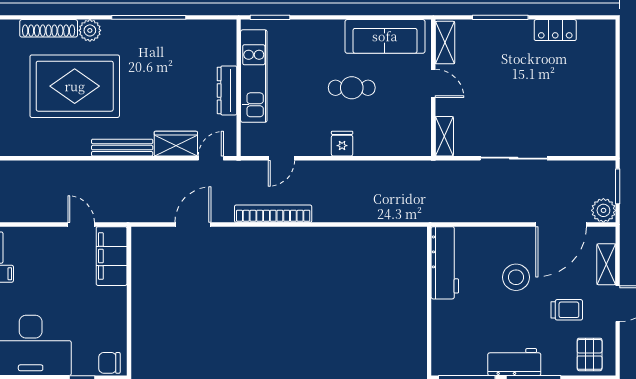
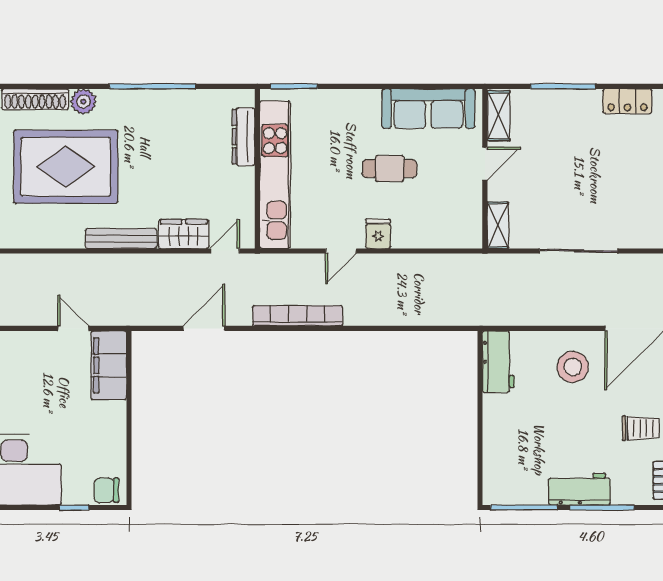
kitchen unit: (254, 76) -> (275, 175), width x1.36
door: (433, 83) -> (485, 164), hinge flipped
dresser: (227, 90) -> (244, 137), moved
door: (281, 158) -> (341, 251), moved
workbench: (445, 263) -> (498, 362), width x0.73
stool: (516, 277) -> (573, 367), moved

